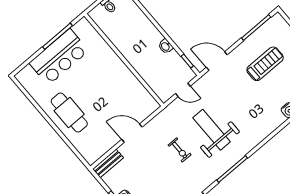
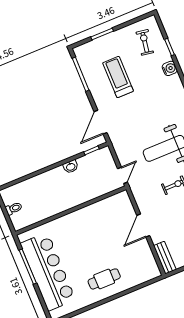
bar counter: (59, 57) -> (48, 272), width x1.36
door: (183, 90) -> (122, 175), moved
cafe table: (69, 112) -> (104, 279), width x0.73, depth x0.74

